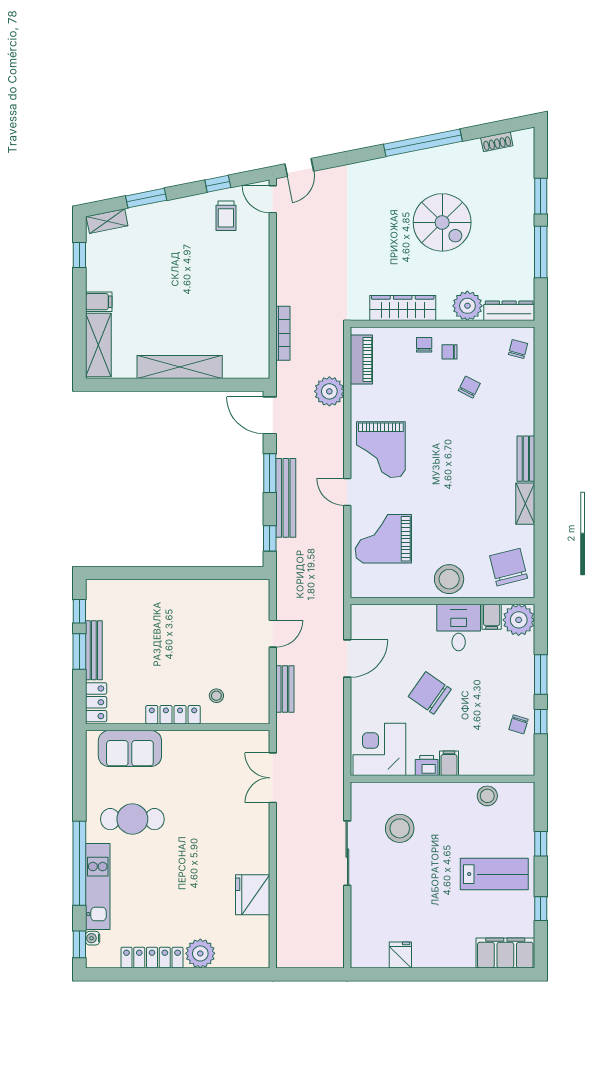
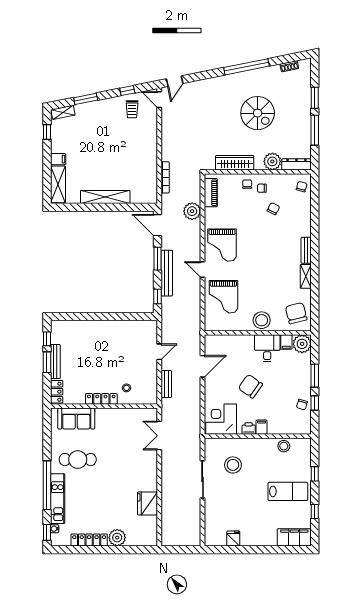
grand piano: (383, 539) -> (223, 297), turned -90

